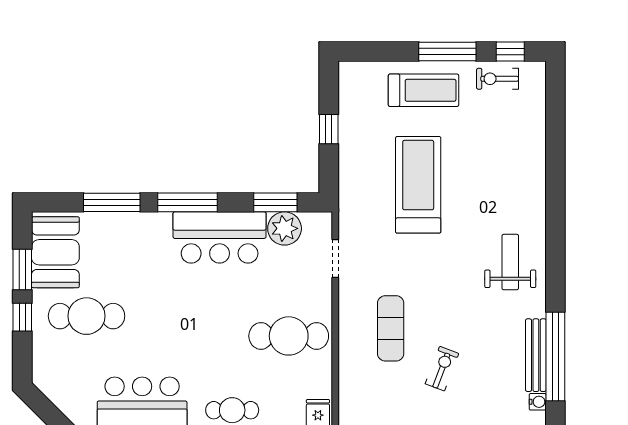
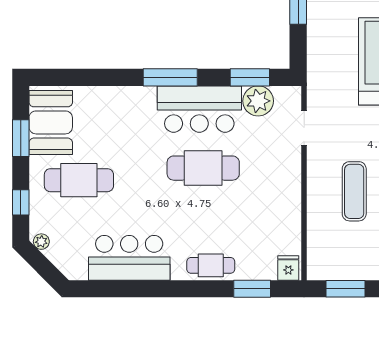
window: (112, 202) -> (102, 77), removed
window: (22, 317) -> (21, 202), moved
cafe table: (289, 336) -> (203, 168), moved
plant: (45, 384) -> (41, 242), added

